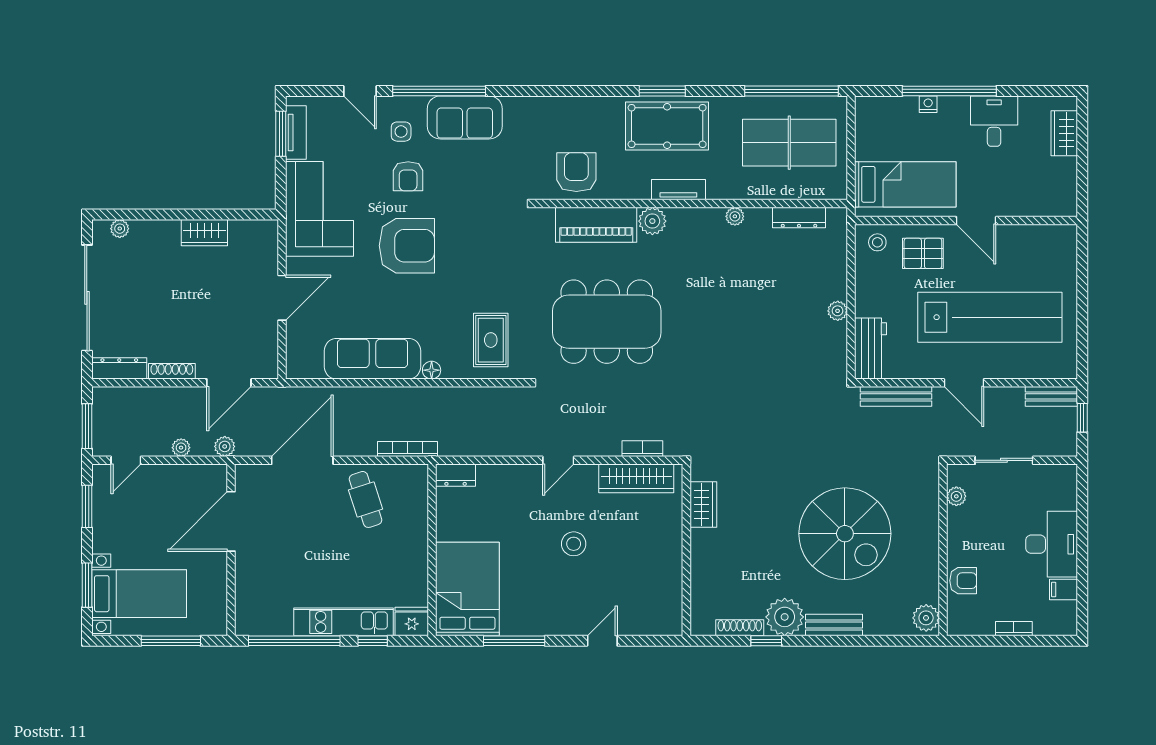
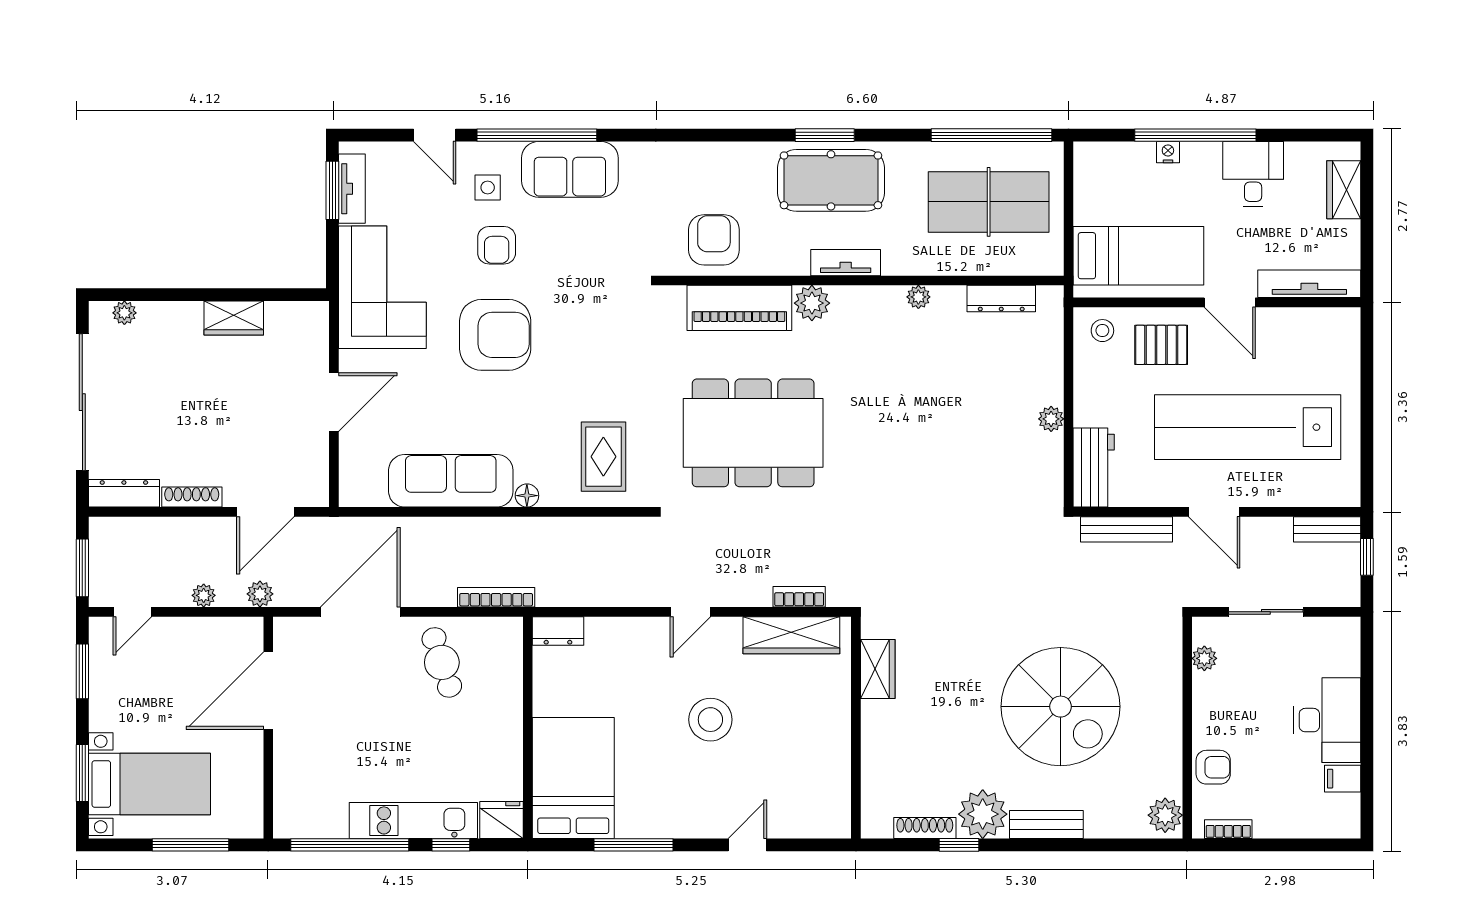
tv unit: (1038, 206) -> (1309, 284), added
lab bench: (990, 317) -> (1248, 427), turned 180
stool: (574, 544) -> (710, 720), width x1.38, depth x1.38
bookcase: (1014, 629) -> (1228, 829), moved

